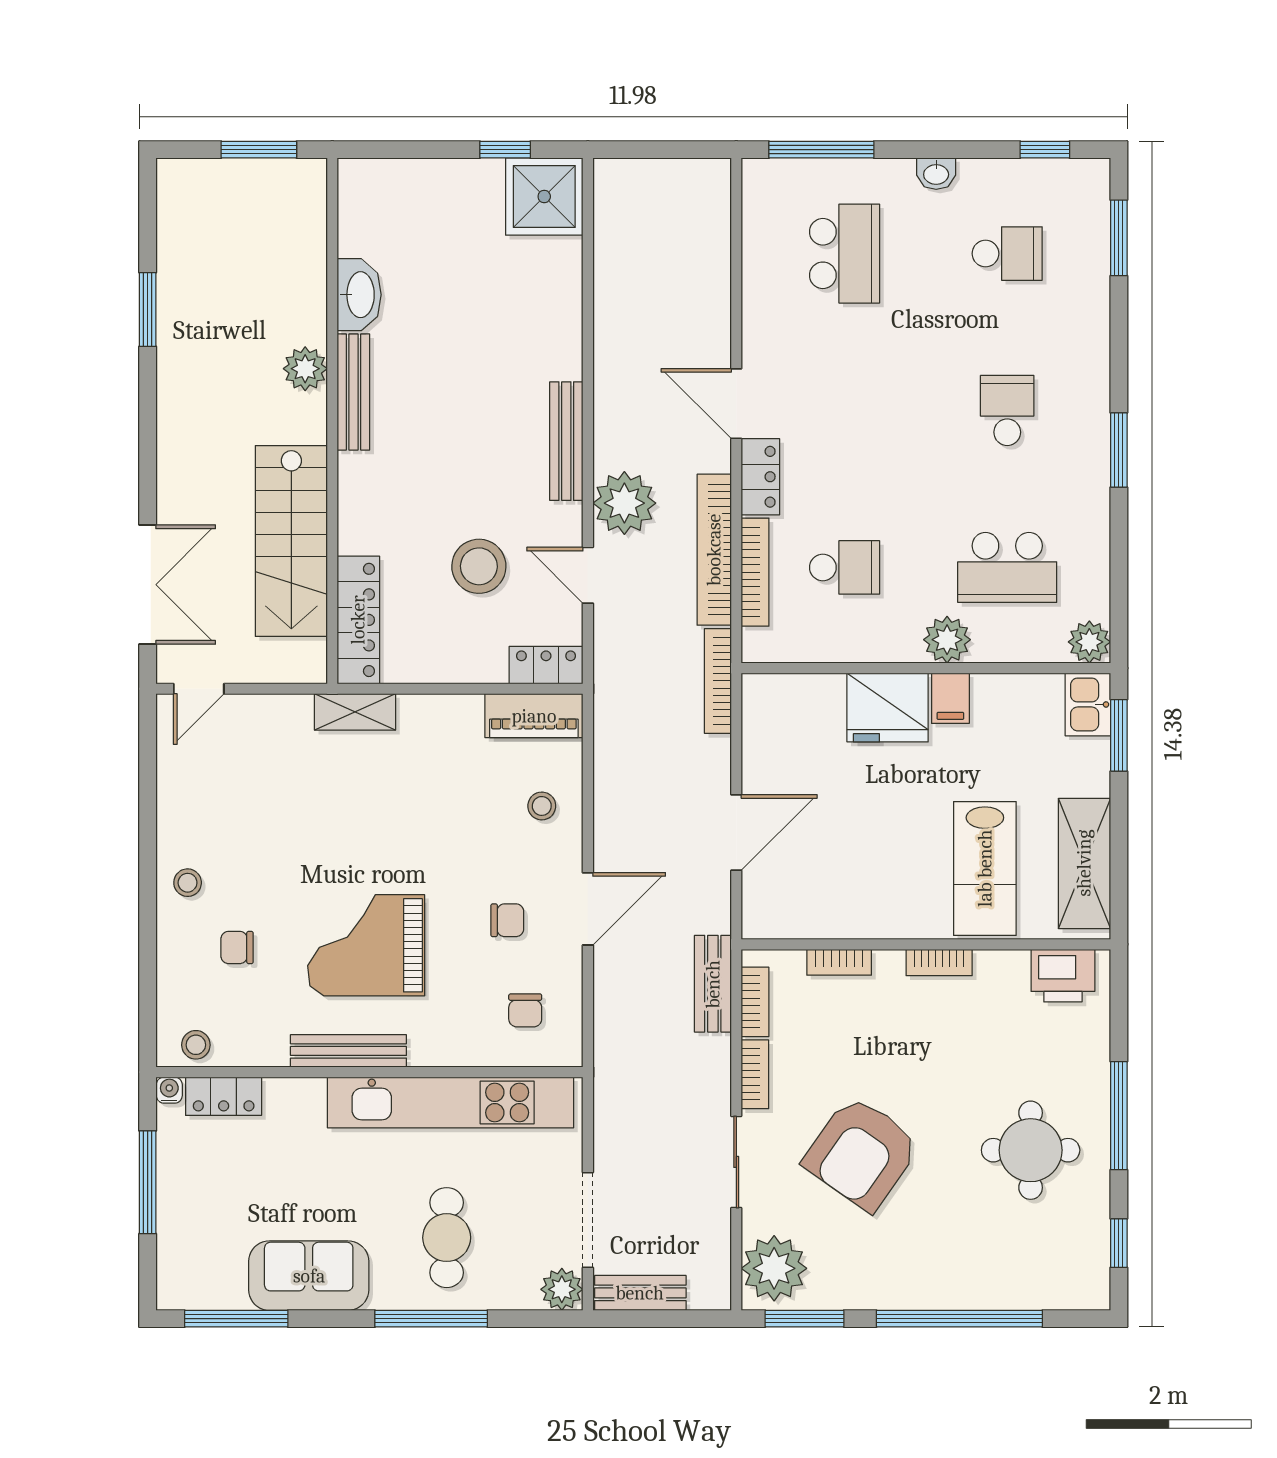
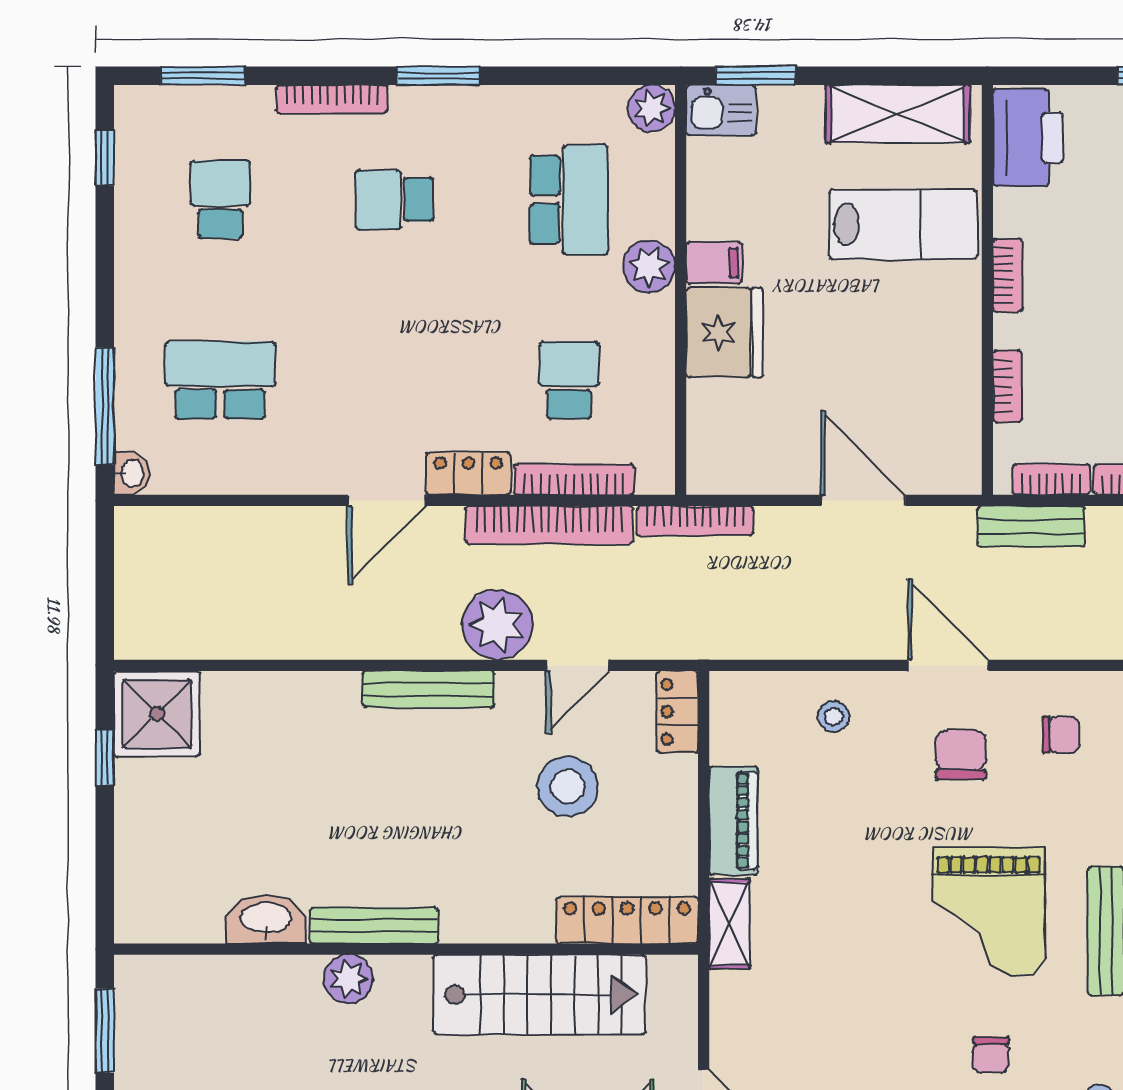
washbasin: (936, 174) -> (131, 473), moved
bookcase: (1098, 354) -> (332, 99), added
piano: (534, 716) -> (733, 821), moved
chair: (507, 920) -> (961, 755), width x1.37, depth x1.37
printer: (1063, 976) -> (1028, 138), width x1.37, depth x1.19

